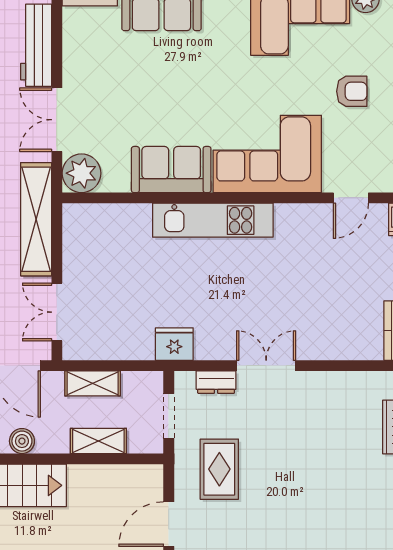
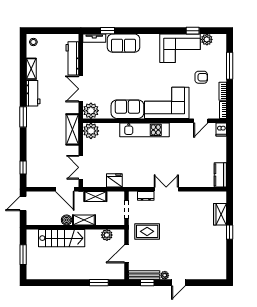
shelving: (36, 219) -> (72, 129), width x0.68
plant: (82, 223) -> (91, 131), added
fridge: (174, 344) -> (114, 180), moved
shelving: (98, 441) -> (84, 220), moved
rug: (219, 469) -> (147, 231), turned 90
plant: (121, 478) -> (107, 235), added

